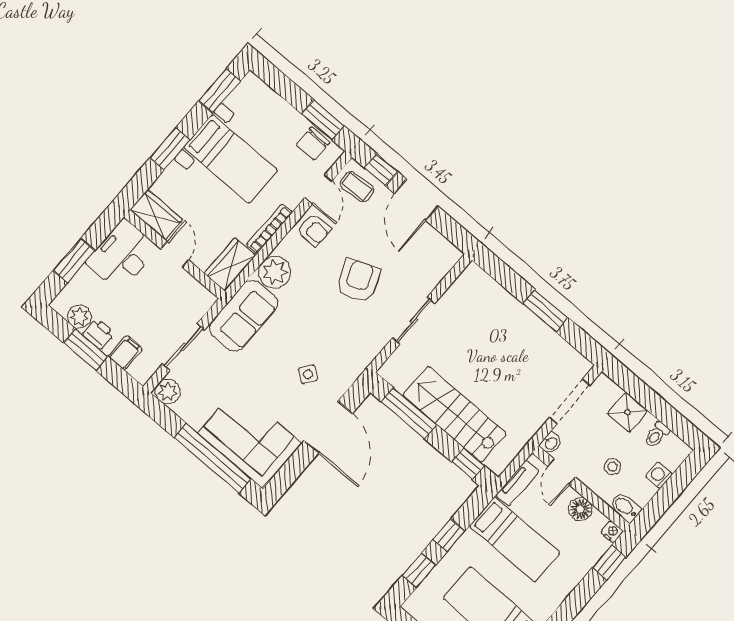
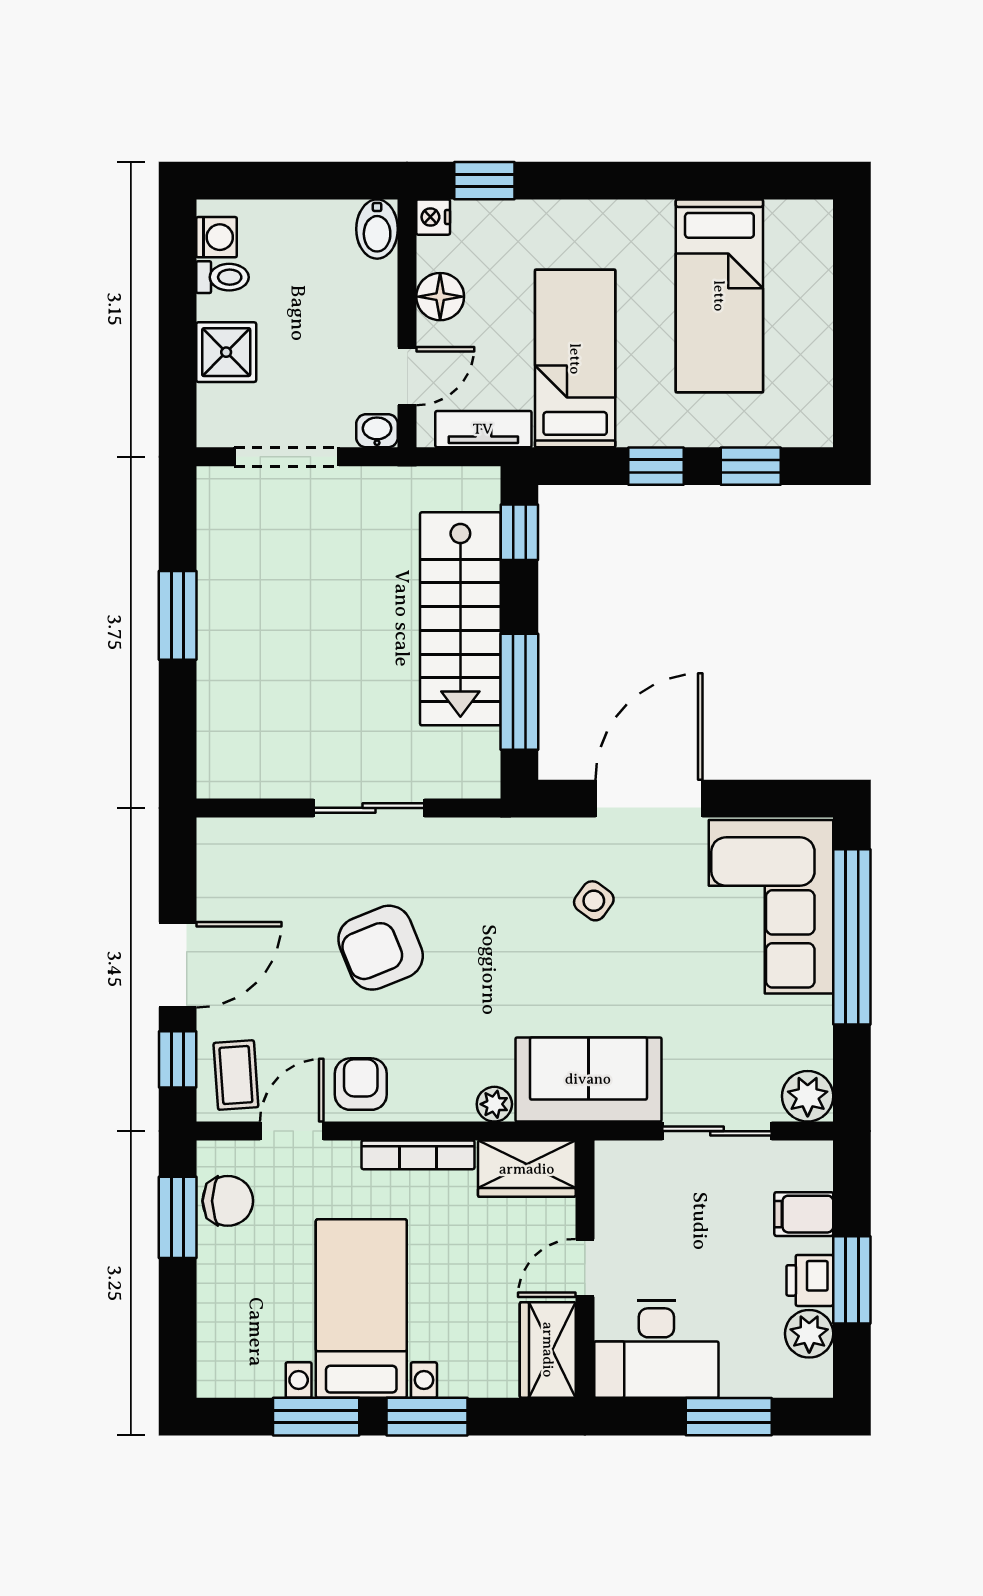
window: (220, 91) -> (316, 1417), moved
plant: (275, 272) -> (494, 1104), width x0.53, depth x0.53
stool: (612, 467) -> (331, 303), removed
washing machine: (659, 475) -> (217, 237), moved, turned -90

